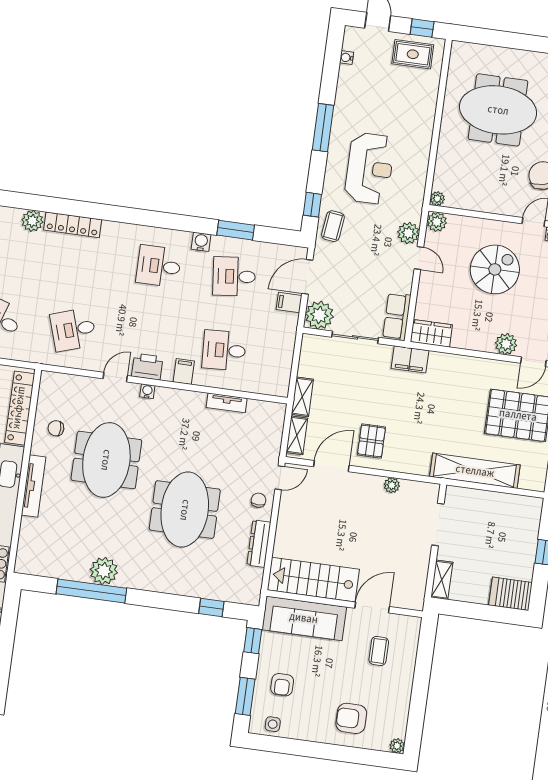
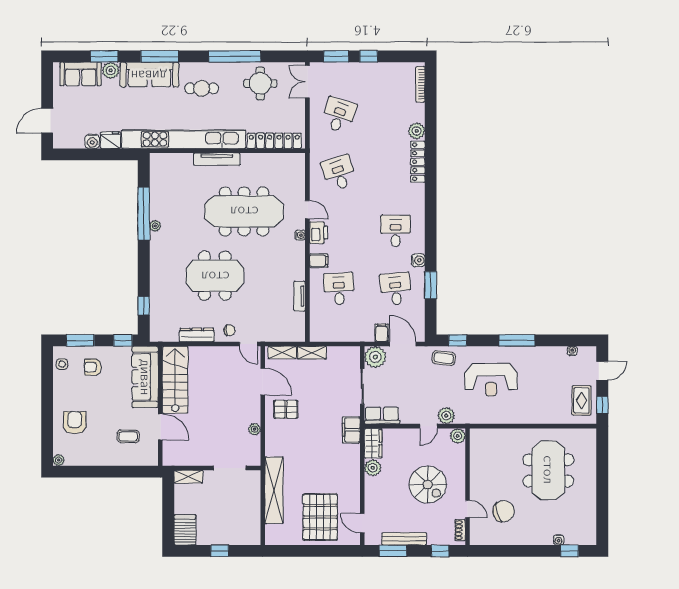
plant: (437, 199) -> (475, 434), removed
plant: (506, 344) -> (373, 468), moved
chair: (56, 428) -> (263, 170), removed
meeting table: (106, 460) -> (244, 211), width x1.36
plant: (104, 571) -> (155, 226), width x0.53, depth x0.53

